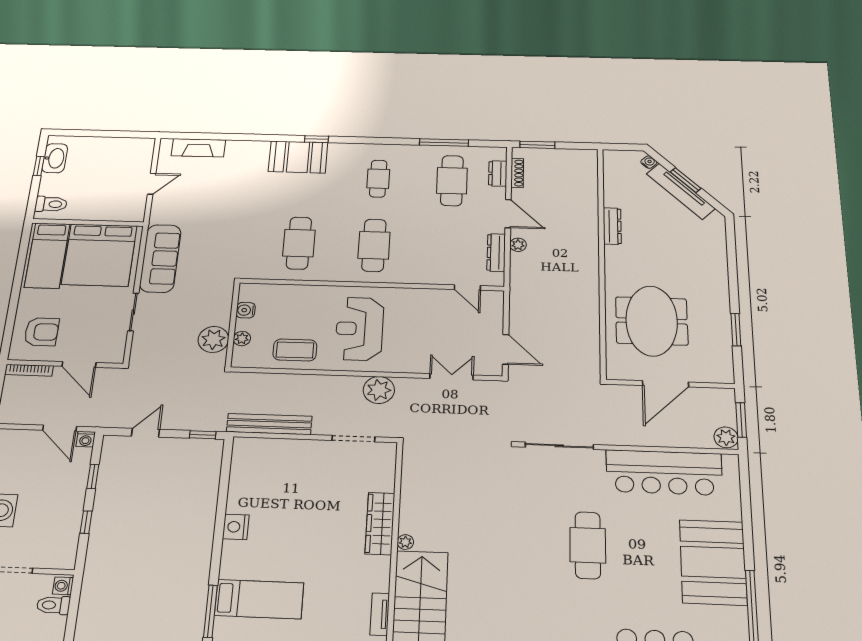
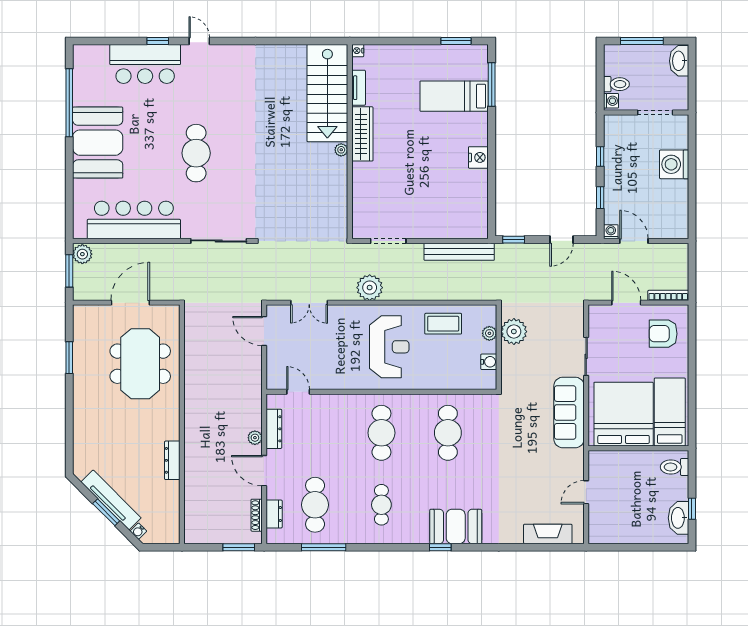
wardrobe: (380, 523) -> (362, 134), moved

